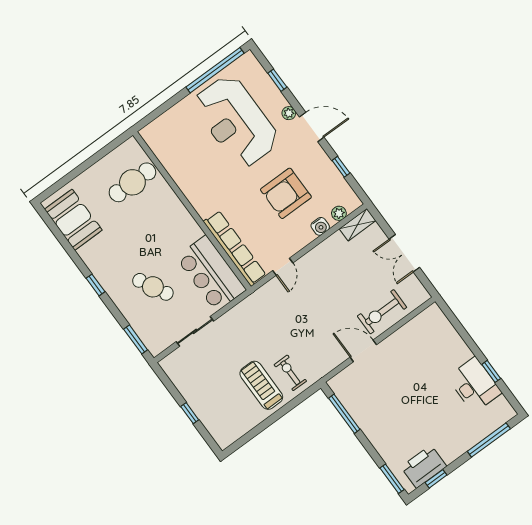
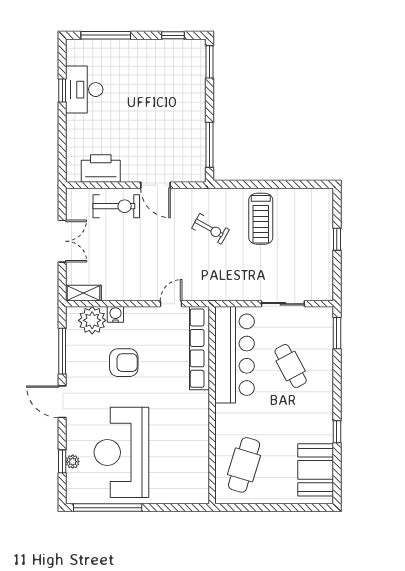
plant: (289, 113) -> (73, 462), moved
reception desk: (236, 121) -> (121, 452), turned 180
window: (341, 167) -> (62, 351), width x2.17
cafe table: (132, 182) -> (244, 465), turned -73
armchair: (286, 193) -> (124, 363), width x0.73, depth x0.73
plant: (339, 213) -> (92, 320), width x1.88, depth x1.88
bar counter: (211, 273) -> (234, 355), width x1.36
window: (95, 285) -> (337, 432), moved
exercise bike: (290, 373) -> (210, 229), moved, turned -61
printer: (424, 467) -> (101, 169), moved, turned 180

